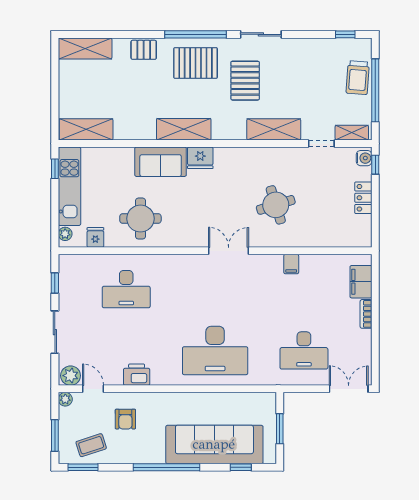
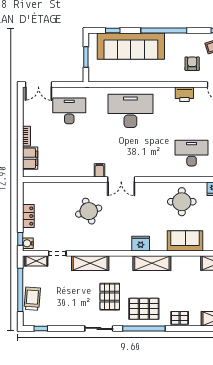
sofa: (161, 162) -> (185, 241), moved
filing cabinet: (291, 264) -> (99, 170), moved

